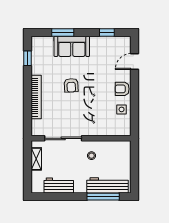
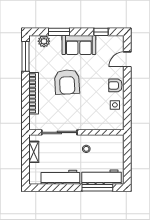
plant: (47, 42) -> (44, 41), added
sofa: (72, 46) -> (79, 45), moved
window: (28, 58) -> (25, 56), width x2.17
armchair: (71, 85) -> (67, 82), width x1.88, depth x1.88
workbench: (59, 185) -> (60, 177), width x1.38

